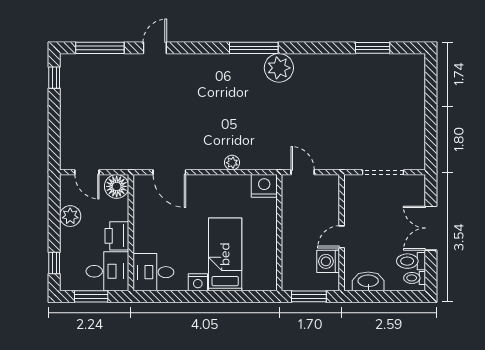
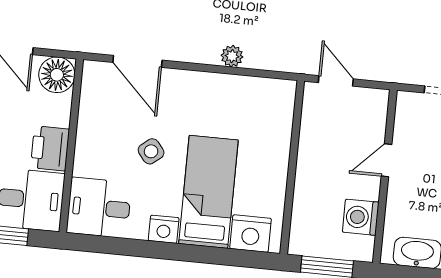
nightstand: (264, 186) -> (251, 234), moved, turned 180
side table: (184, 231) -> (151, 151), added
door: (342, 237) -> (386, 160), moved

